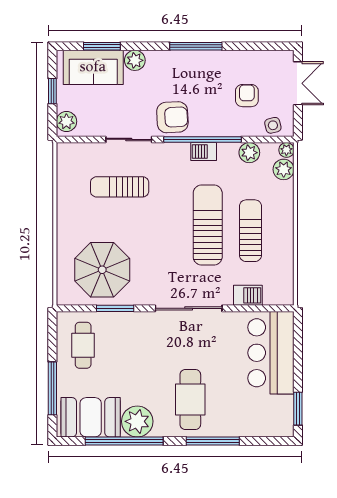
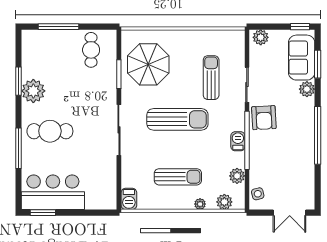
window: (196, 46) -> (318, 135), width x1.46
window: (52, 91) -> (300, 27), moved
armchair: (247, 96) -> (280, 174), removed
plant: (286, 150) -> (200, 204), moved
sun lounger: (208, 225) -> (177, 119), moved
barbecue: (248, 295) -> (129, 199), moved
cafe table: (83, 345) -> (91, 50), turned 90
bar counter: (271, 353) -> (53, 192), moved
booth: (91, 417) -> (36, 56), removed
window: (124, 441) -> (19, 81), width x0.47

